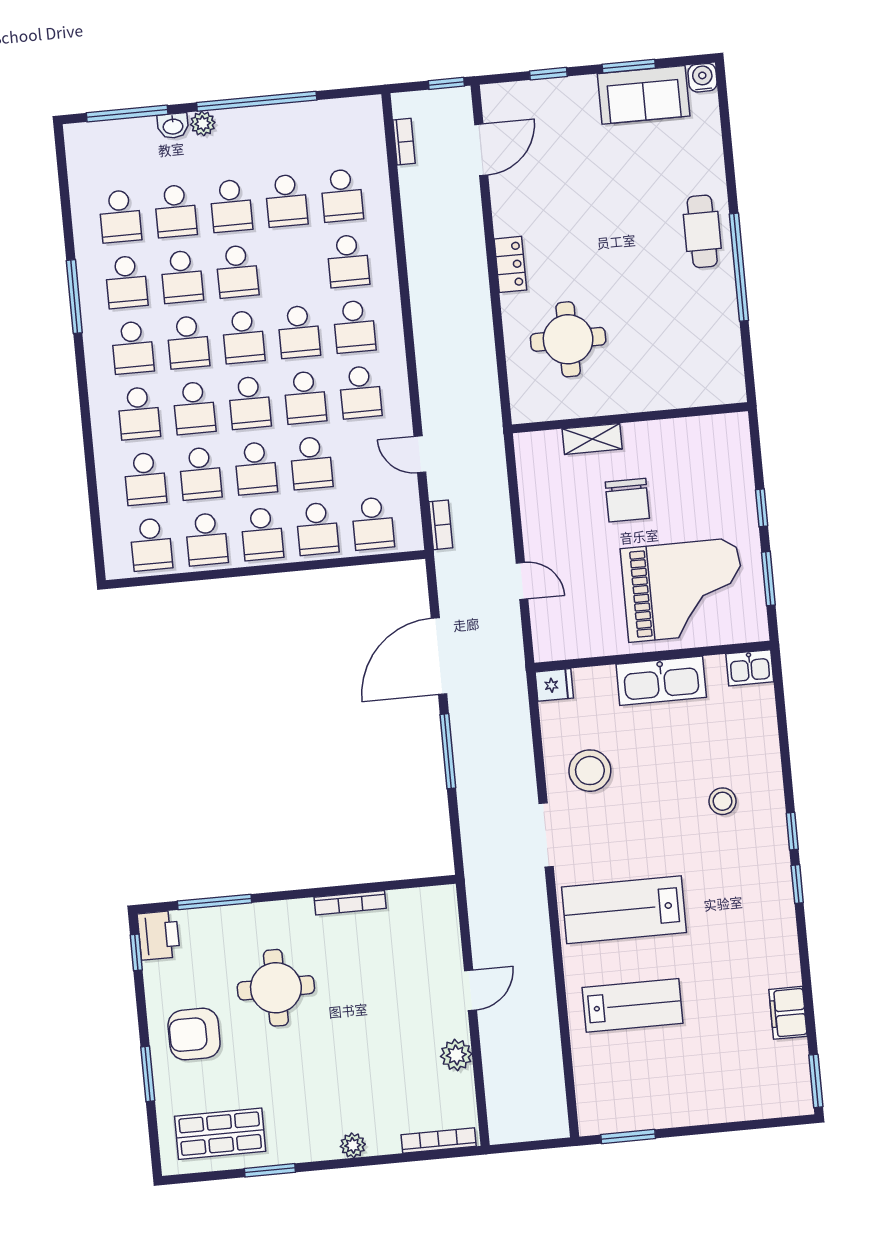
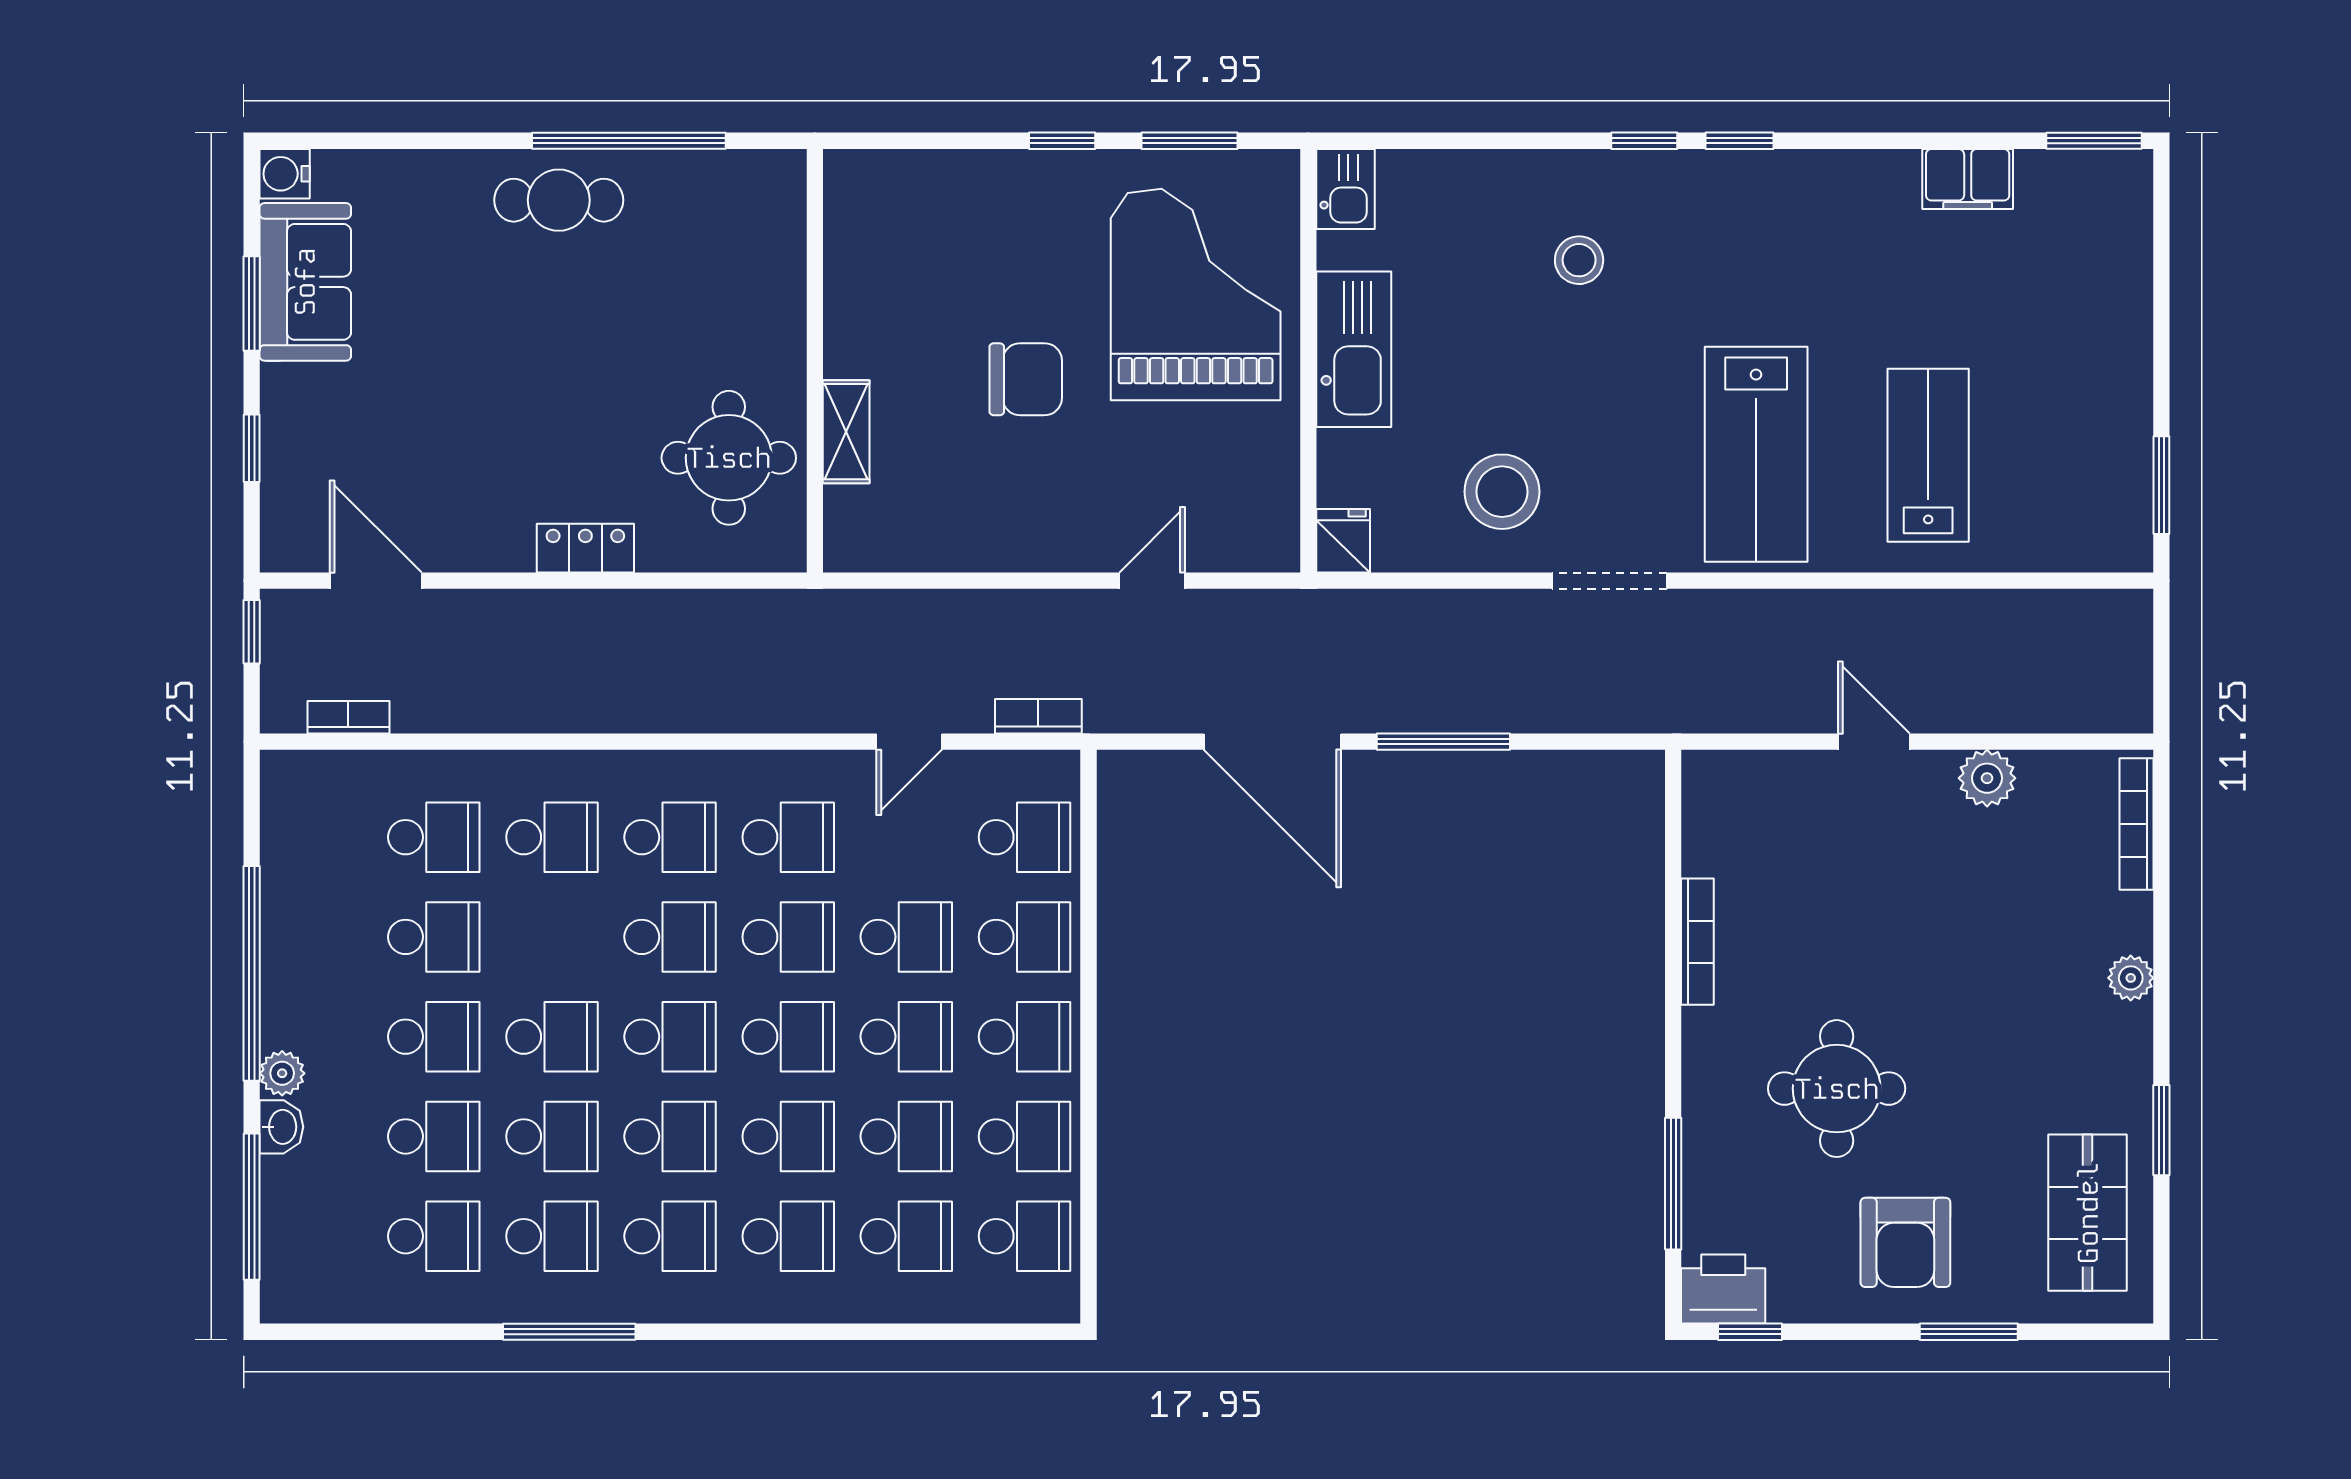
wall: (630, 418) -> (815, 361), moved
shelving: (592, 439) -> (846, 432), moved

